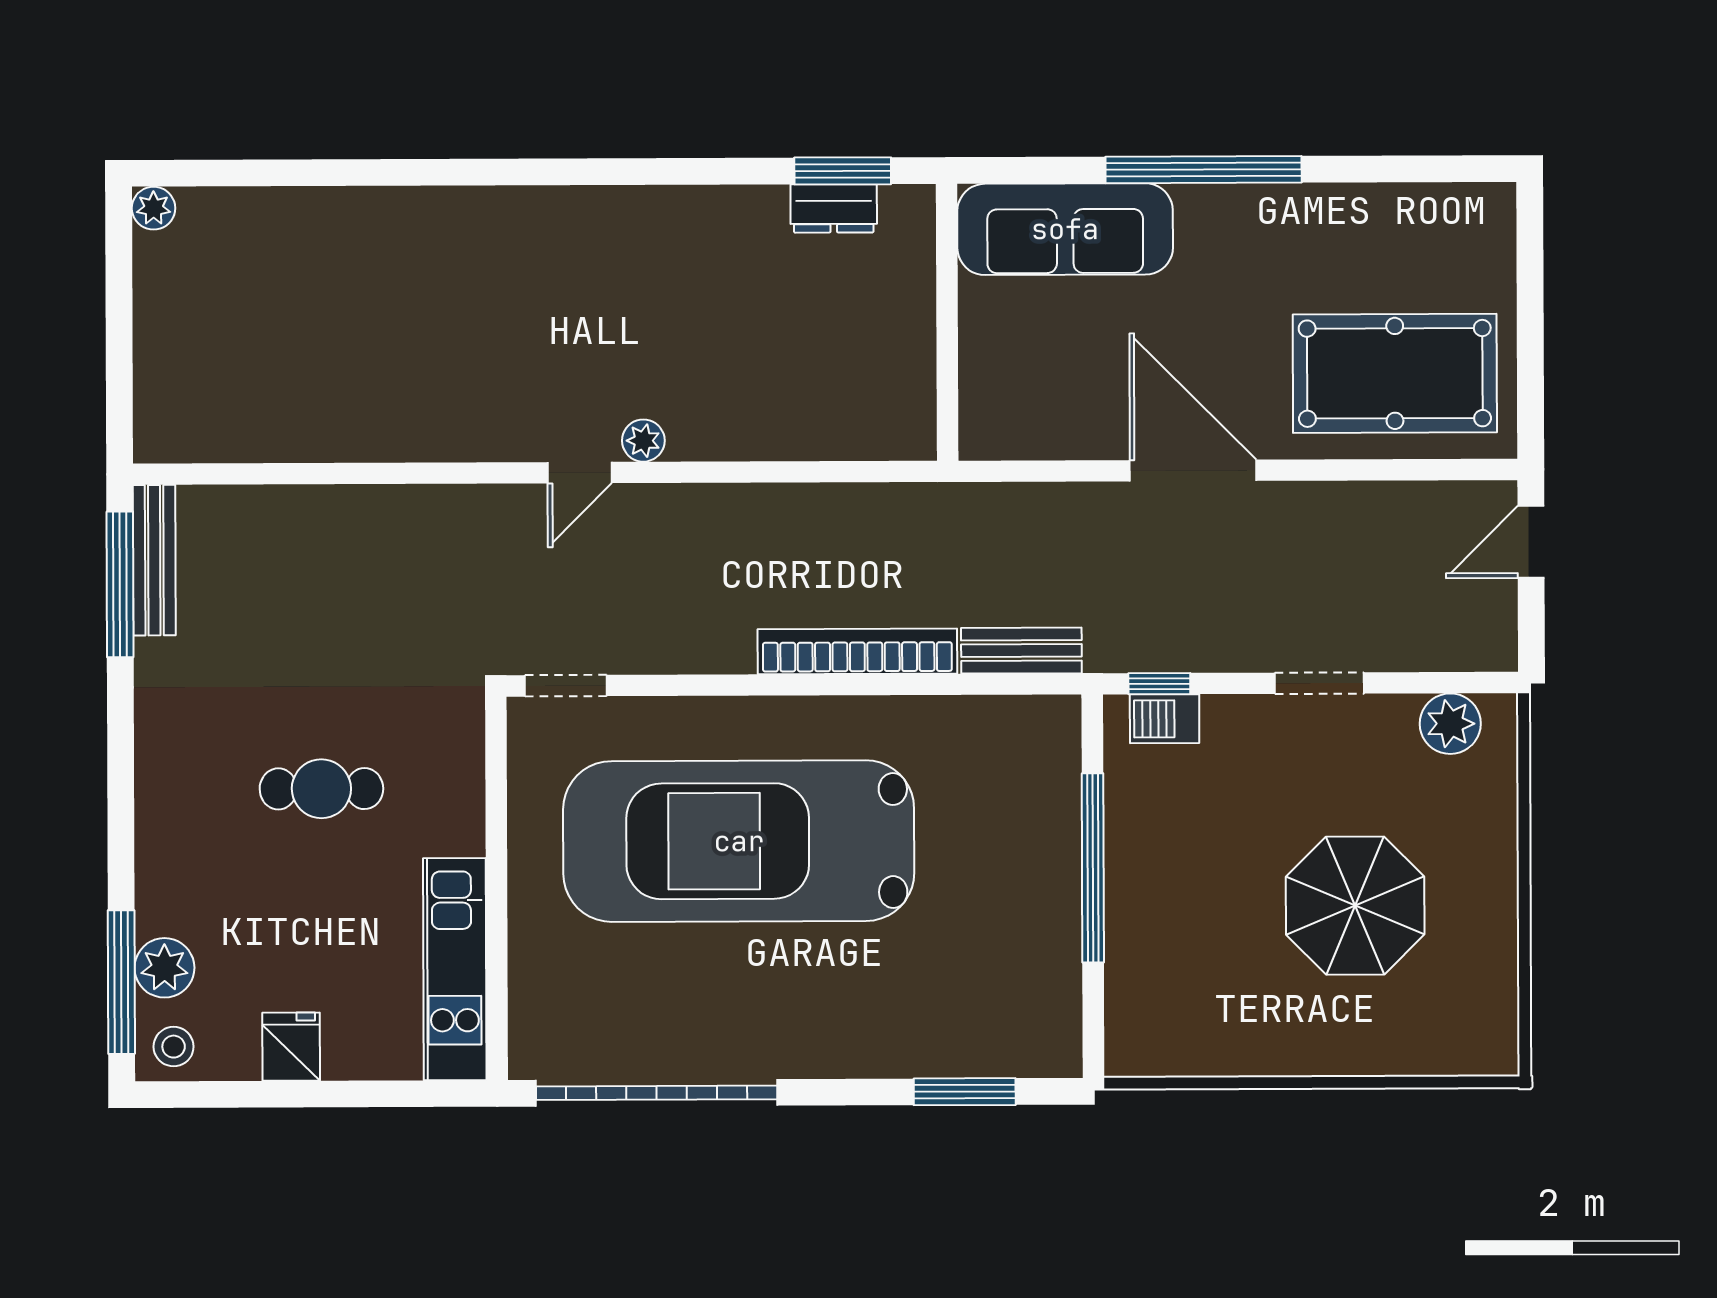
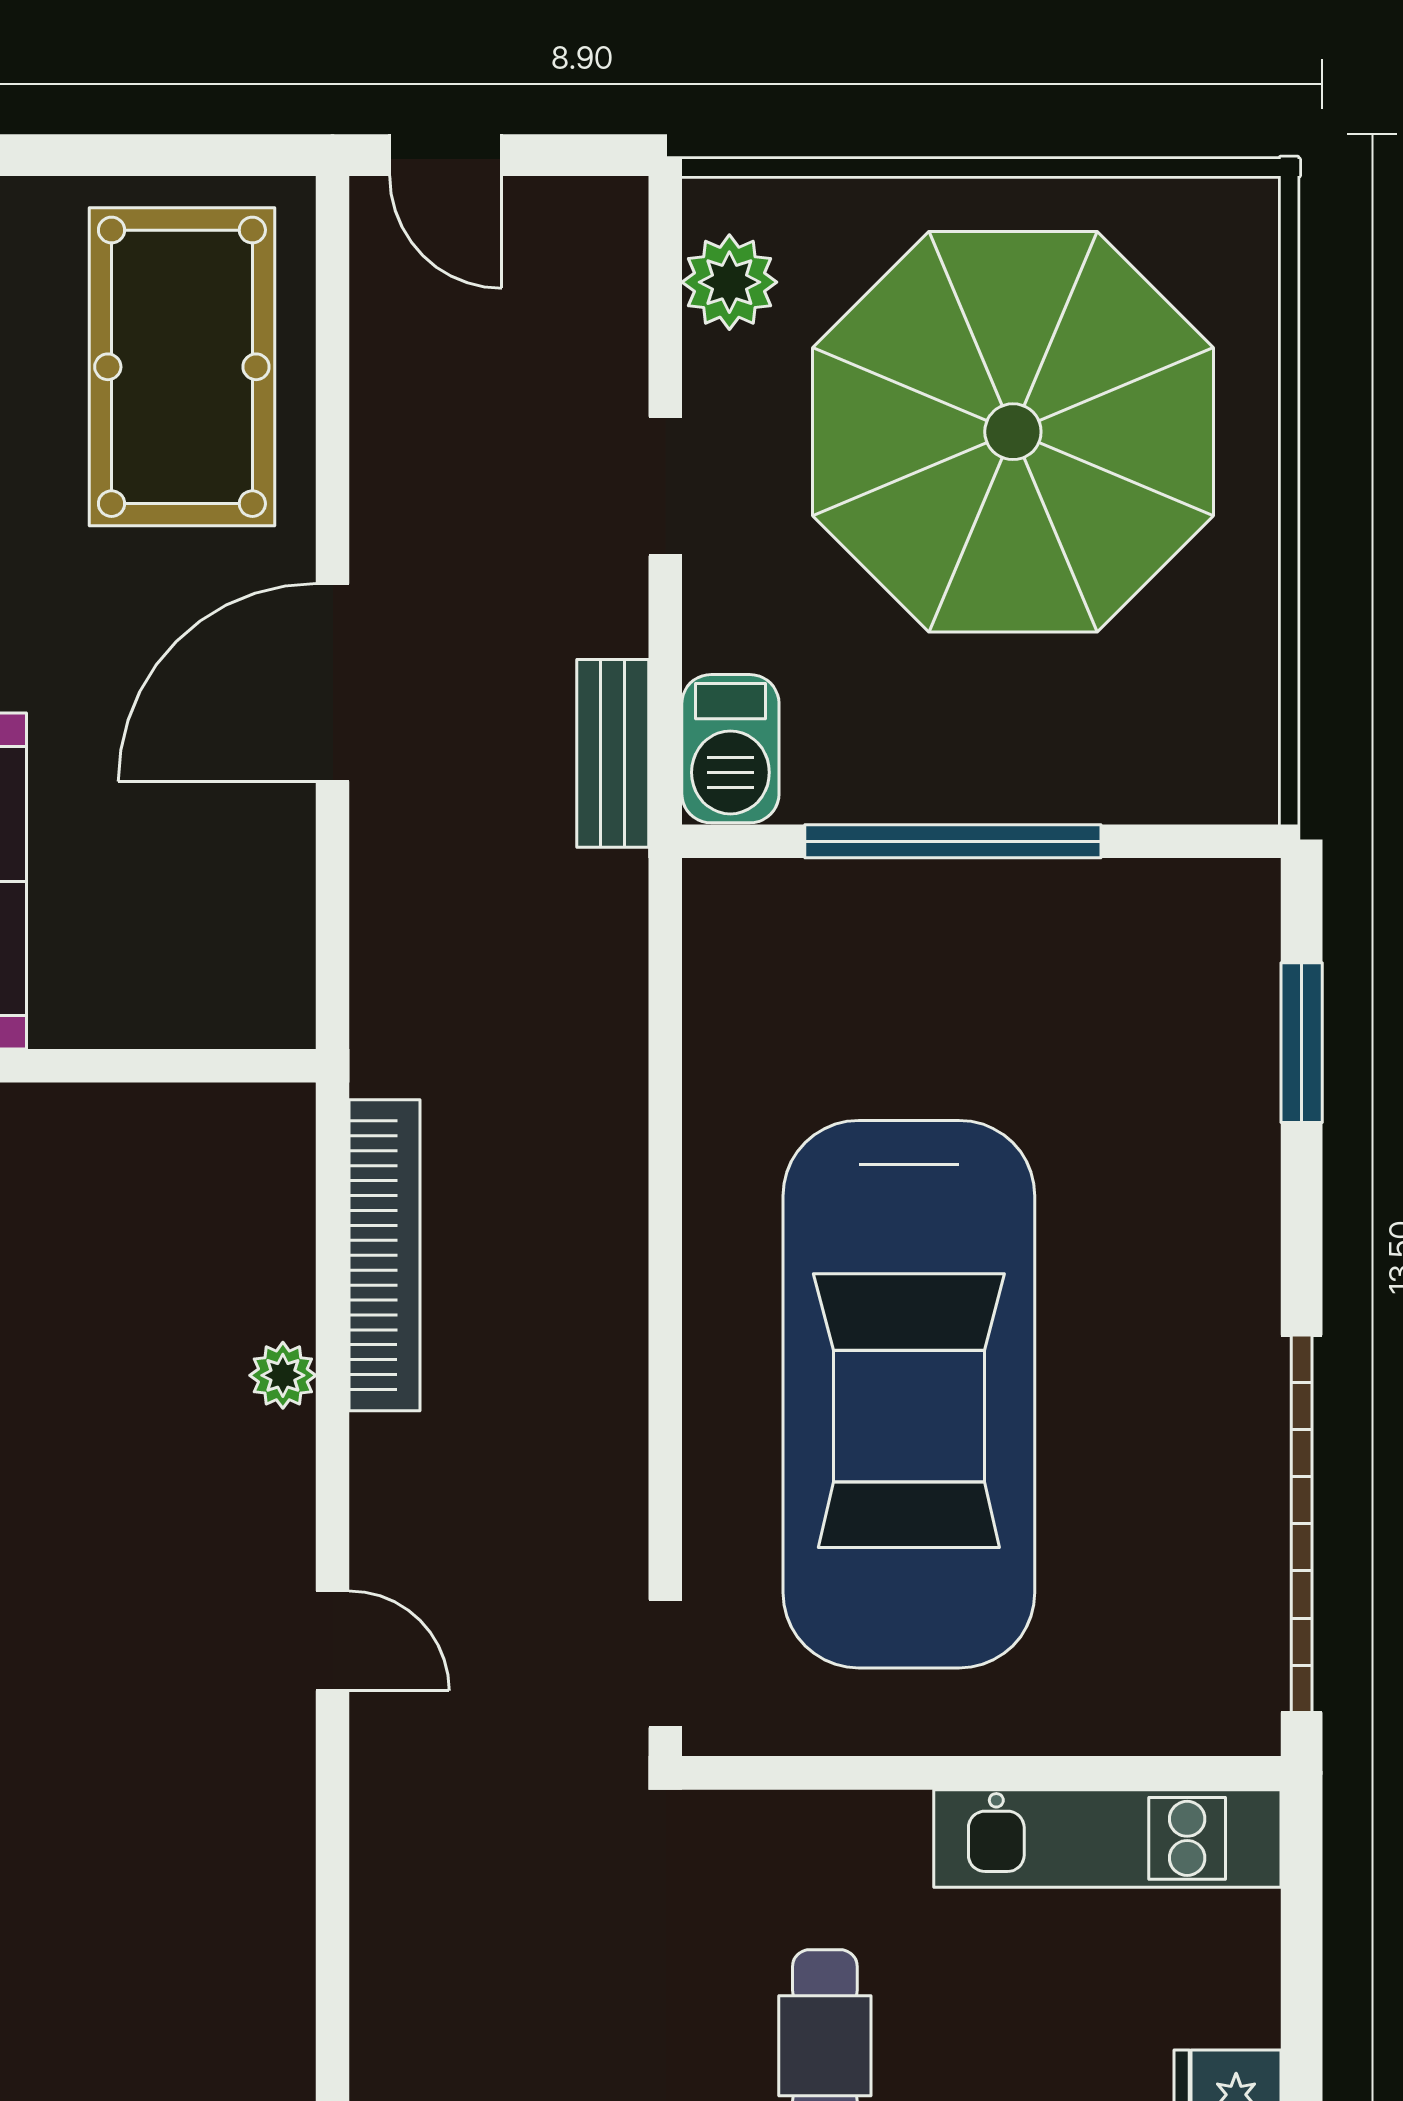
plant: (643, 441) -> (283, 1375), moved
bookcase: (857, 651) -> (385, 1255), moved, turned 180
bench: (1021, 651) -> (613, 753), moved
window: (1159, 684) -> (665, 736), removed
barbecue: (1165, 719) -> (730, 749), width x1.38, depth x1.27
parasol: (1355, 906) -> (1013, 432), width x1.86, depth x1.86

